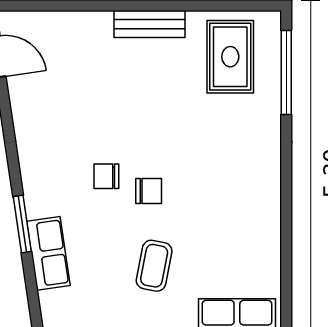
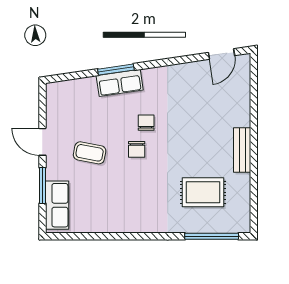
rug: (230, 57) -> (203, 192), moved
row of seats: (48, 253) -> (120, 83), moved

